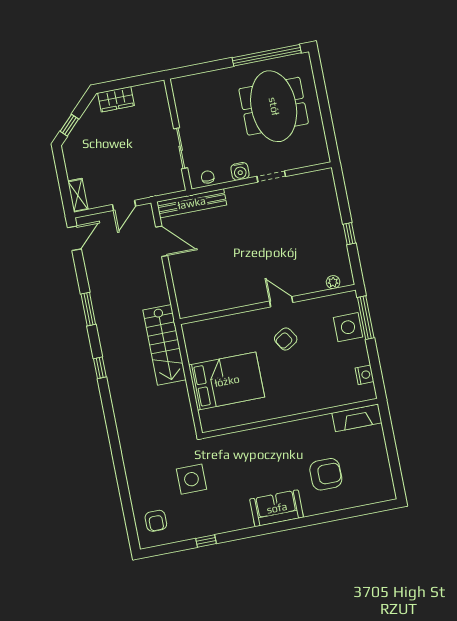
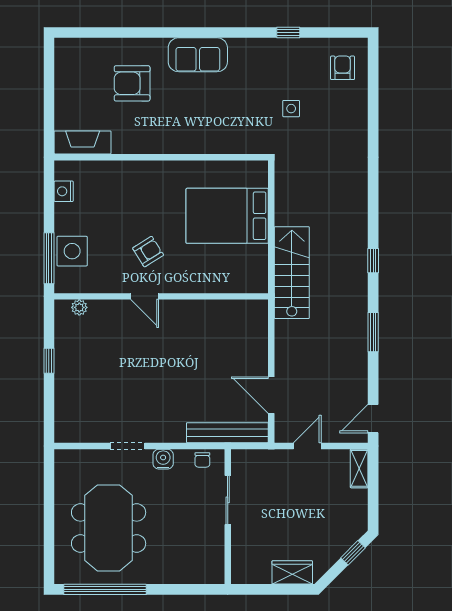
side table: (191, 479) -> (291, 109), width x0.54, depth x0.54

